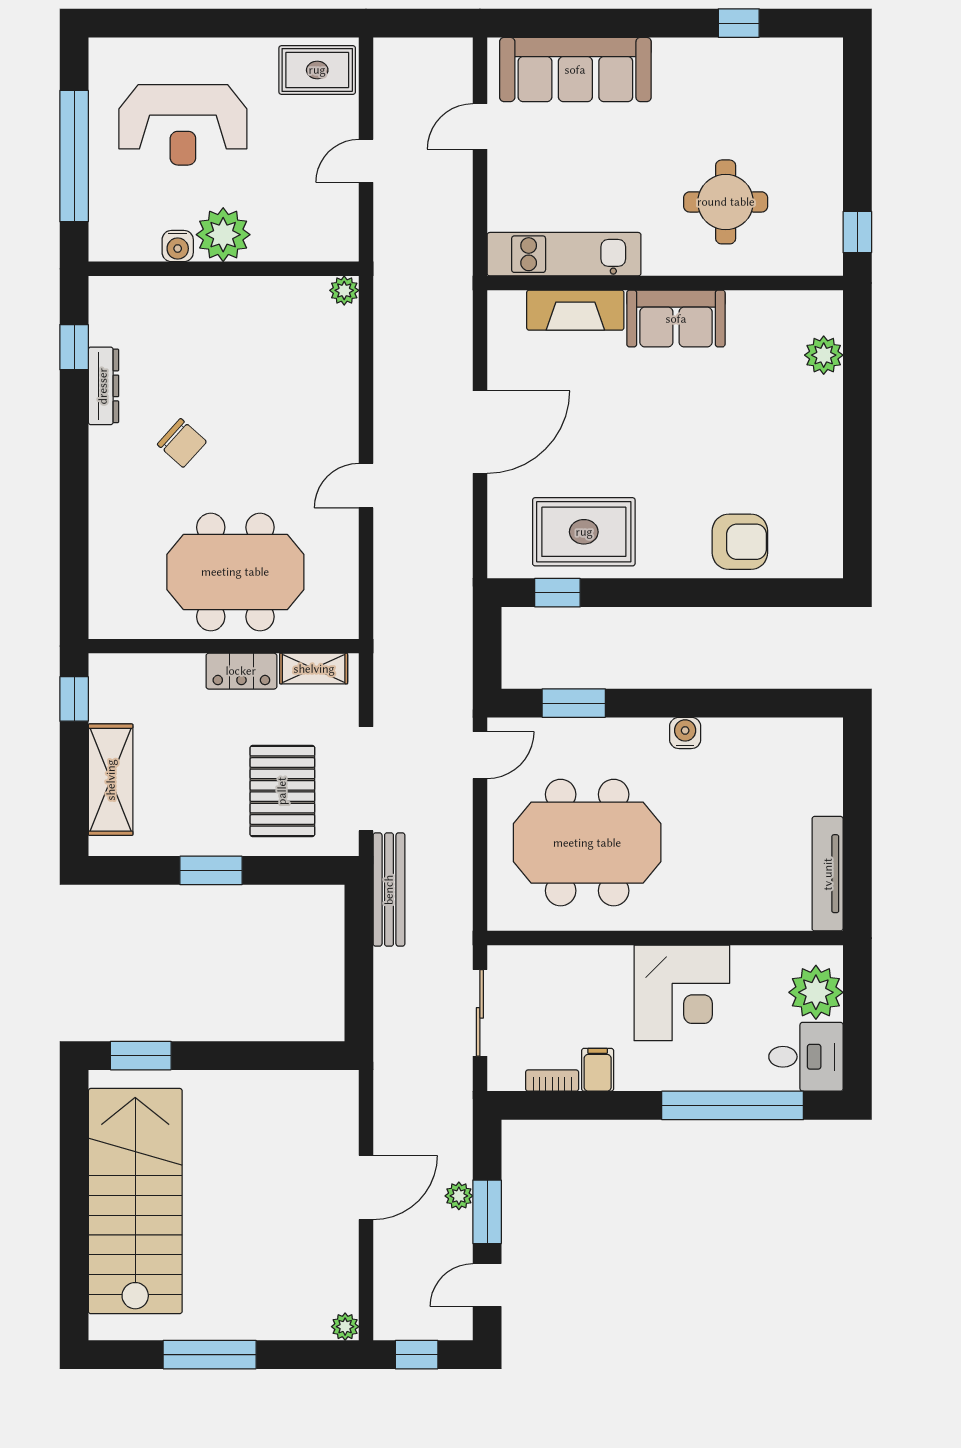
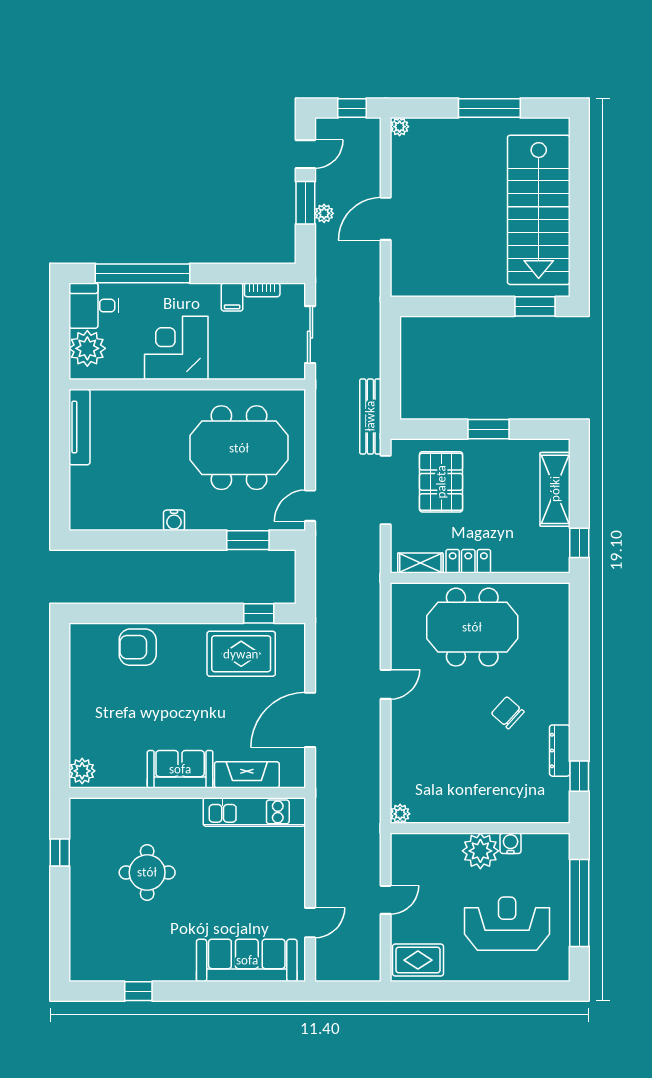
kitchen unit: (564, 254) -> (254, 812), moved
wall: (665, 283) -> (187, 793), moved
fireplace: (575, 310) -> (247, 775), moved
sofa: (676, 319) -> (180, 769), moved

